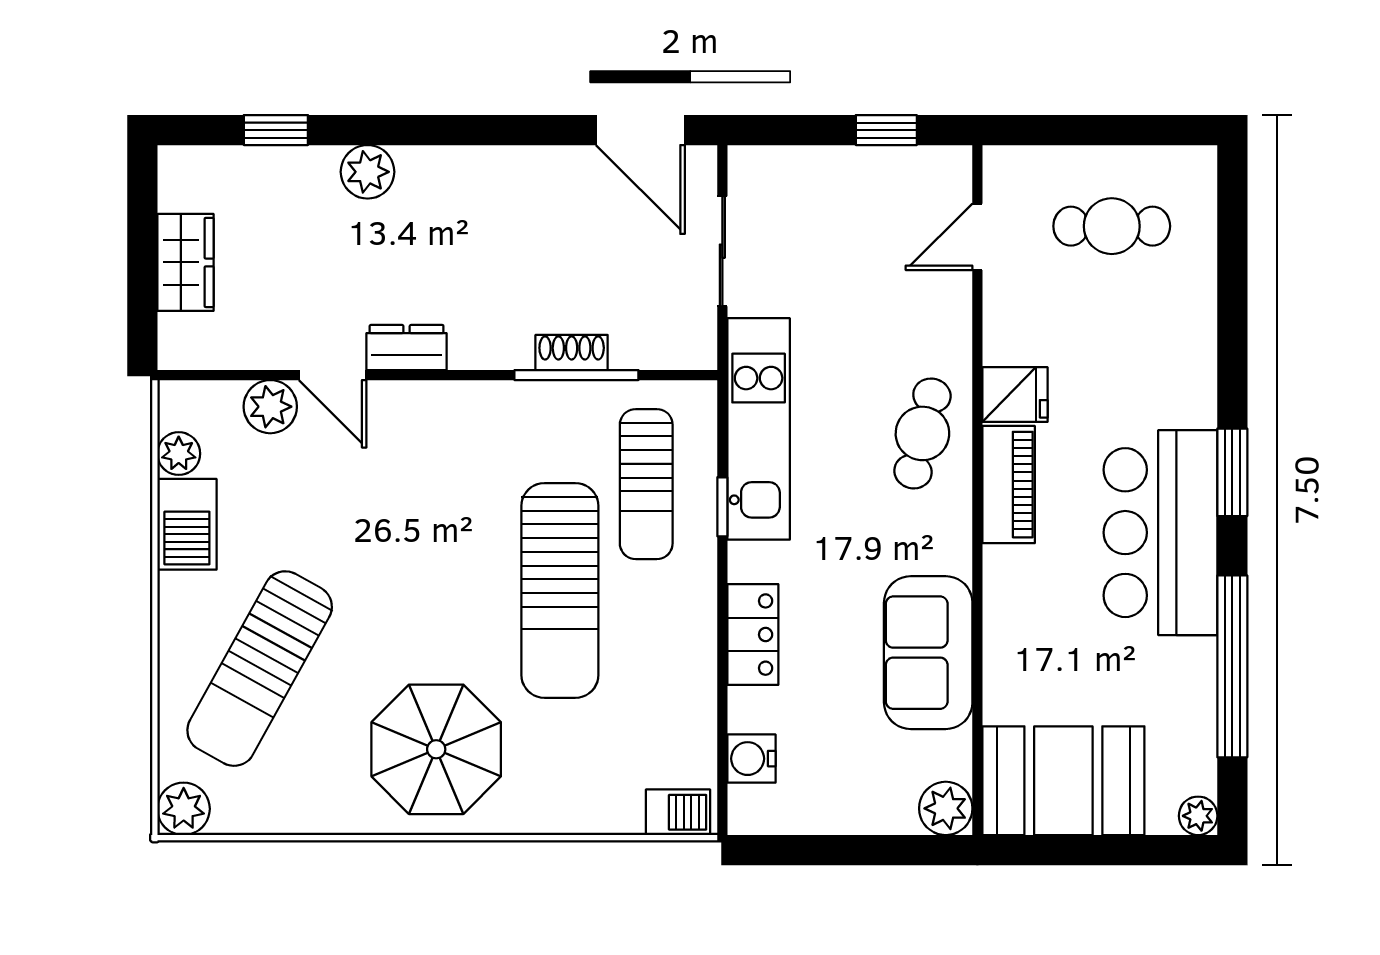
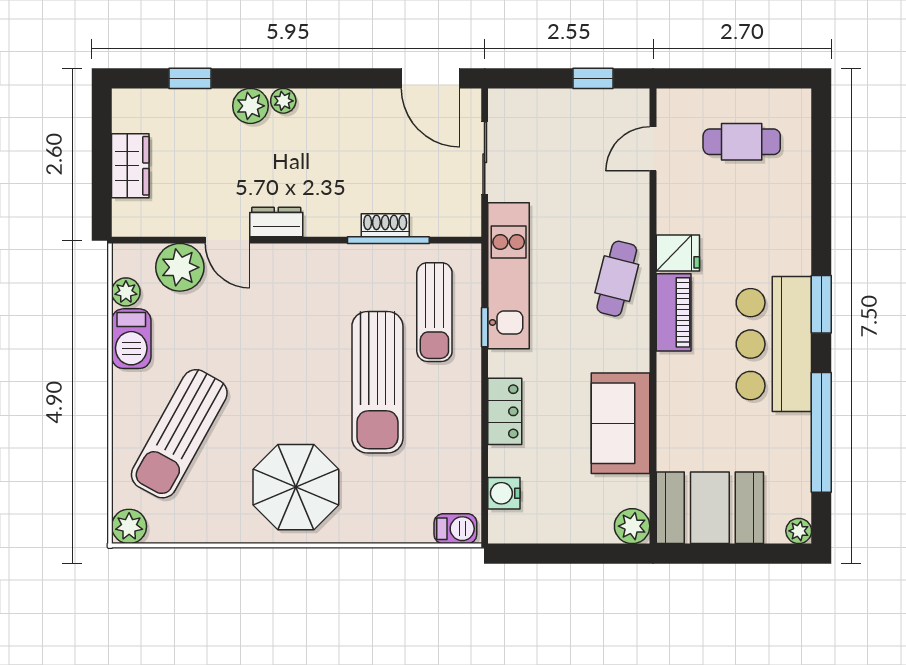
plant: (417, 164) -> (283, 101), added
plant: (270, 407) -> (180, 267), width x1.36, depth x1.36

